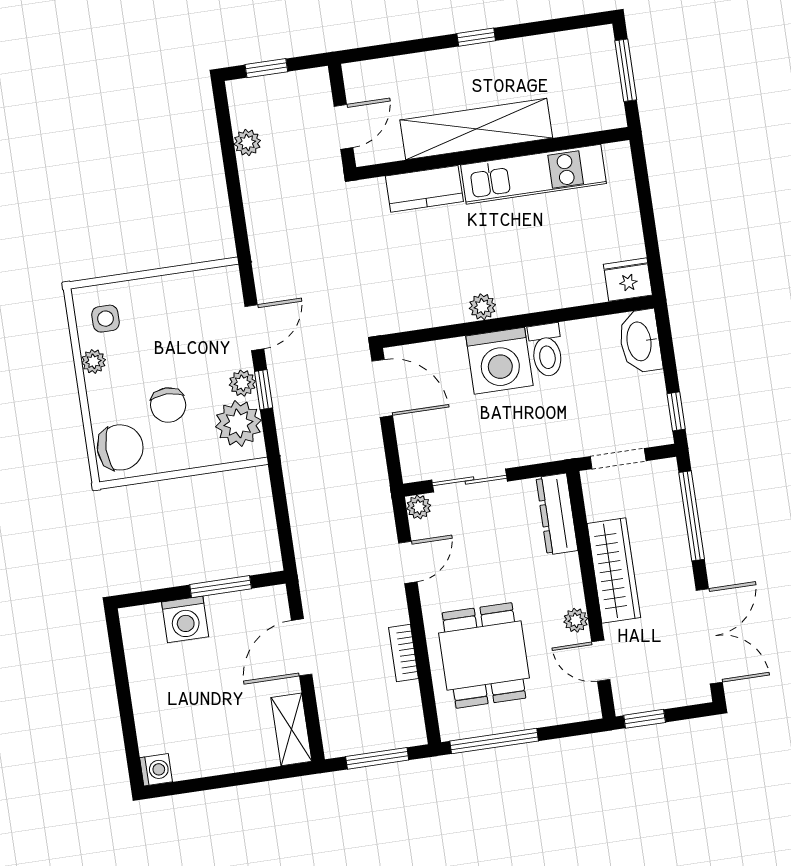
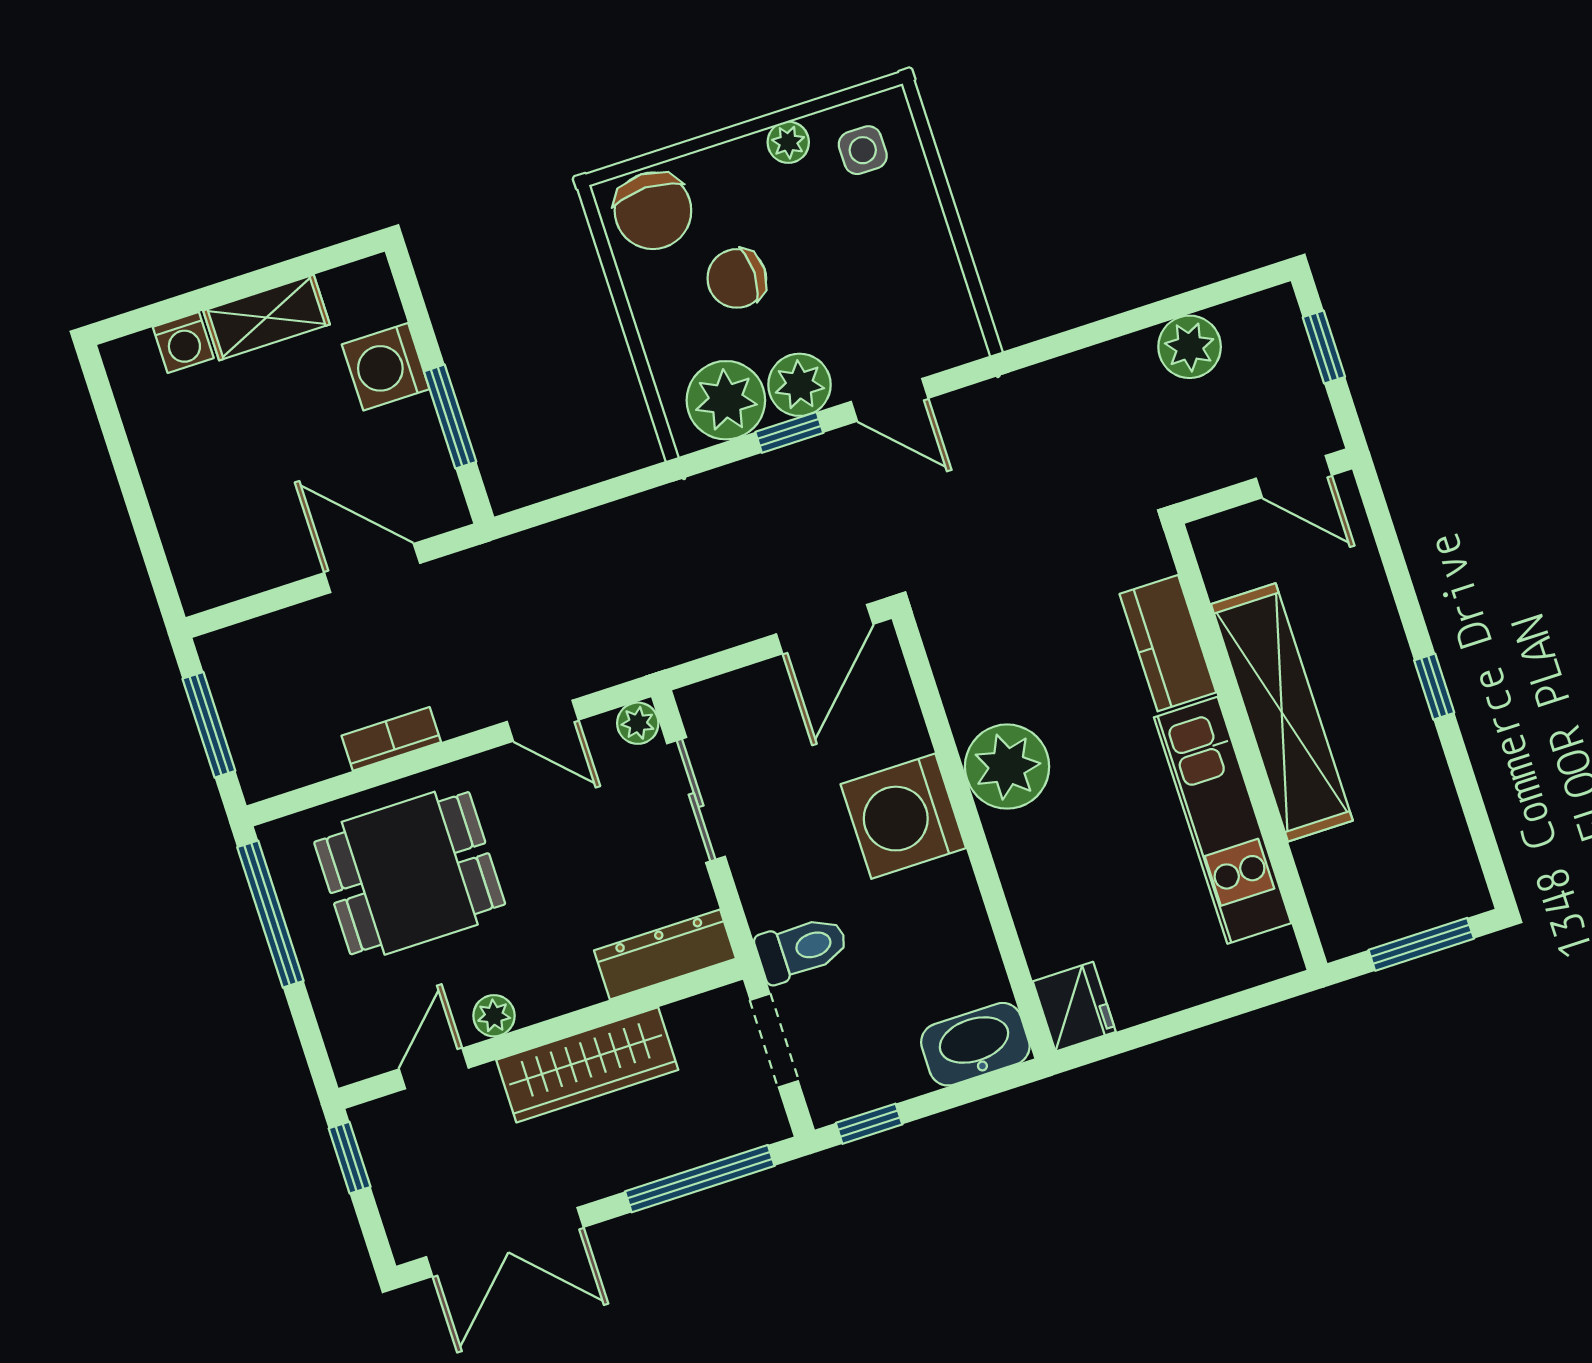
door: (344, 127) -> (1294, 477), moved
plant: (247, 142) -> (1190, 347), width x1.38, depth x1.38
plant: (482, 307) -> (1007, 767), width x1.88, depth x1.88
toilet: (546, 350) -> (802, 949), moved, turned 180
plant: (242, 383) -> (799, 385), width x1.38, depth x1.38
shelving: (291, 729) -> (266, 318), moved
washing machine: (156, 770) -> (183, 343), moved

